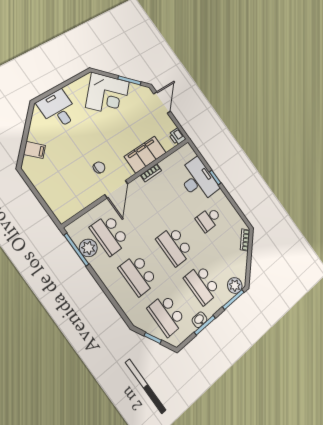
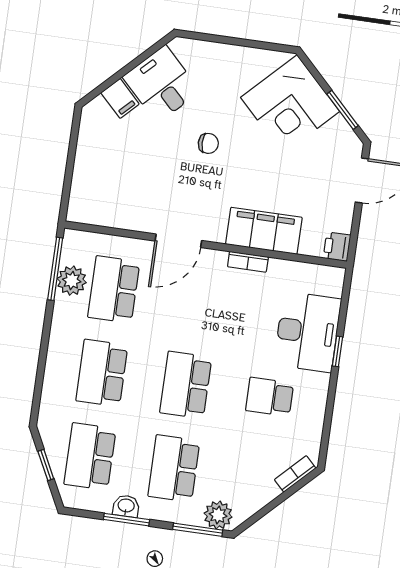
desk: (58, 109) -> (161, 84), moved, turned -45
chair: (99, 167) -> (208, 143), moved

